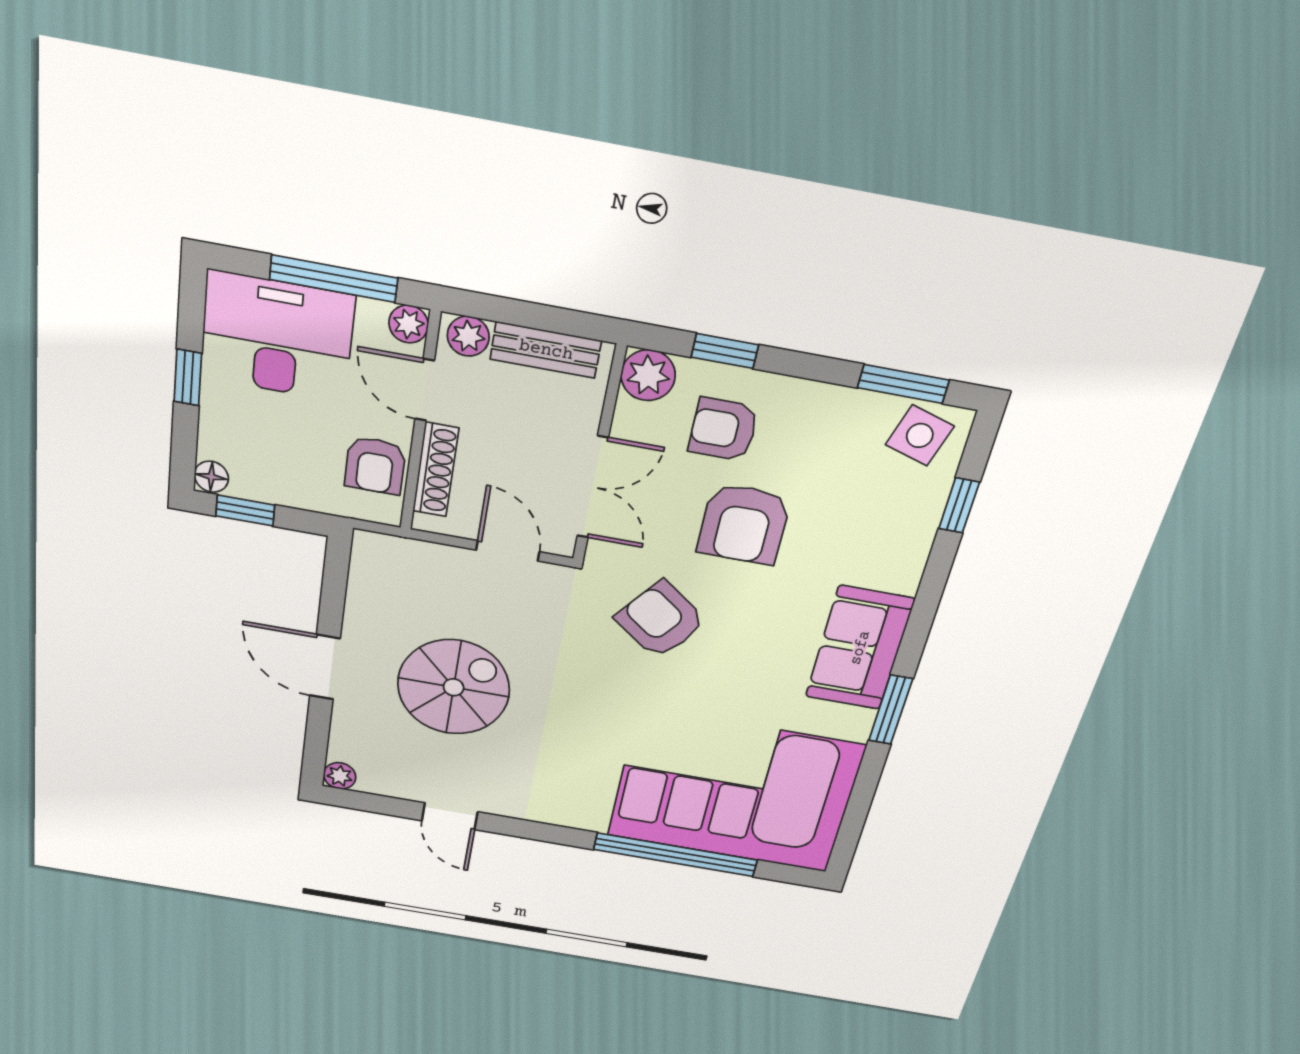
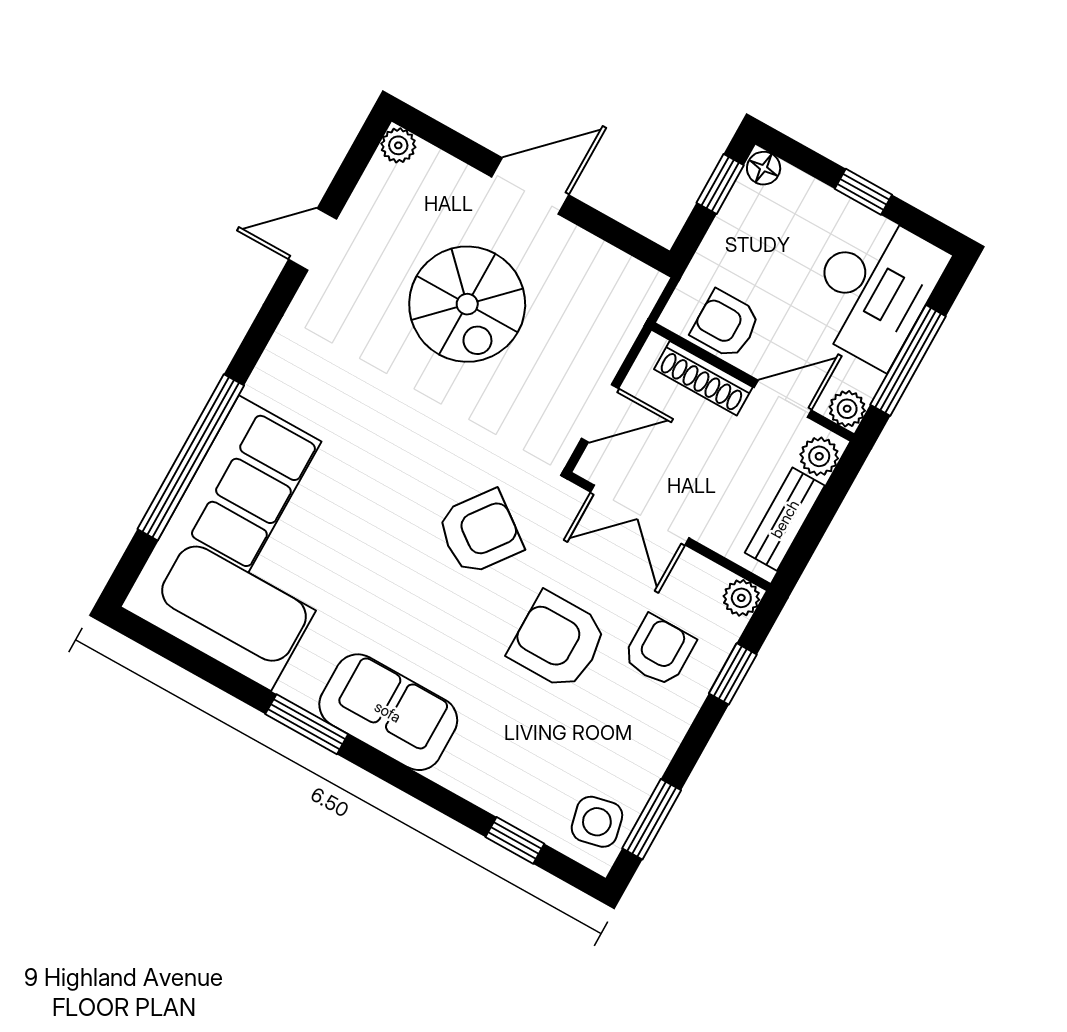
plant: (648, 375) -> (741, 598), width x0.73, depth x0.73
side table: (920, 435) -> (597, 822), turned -30

